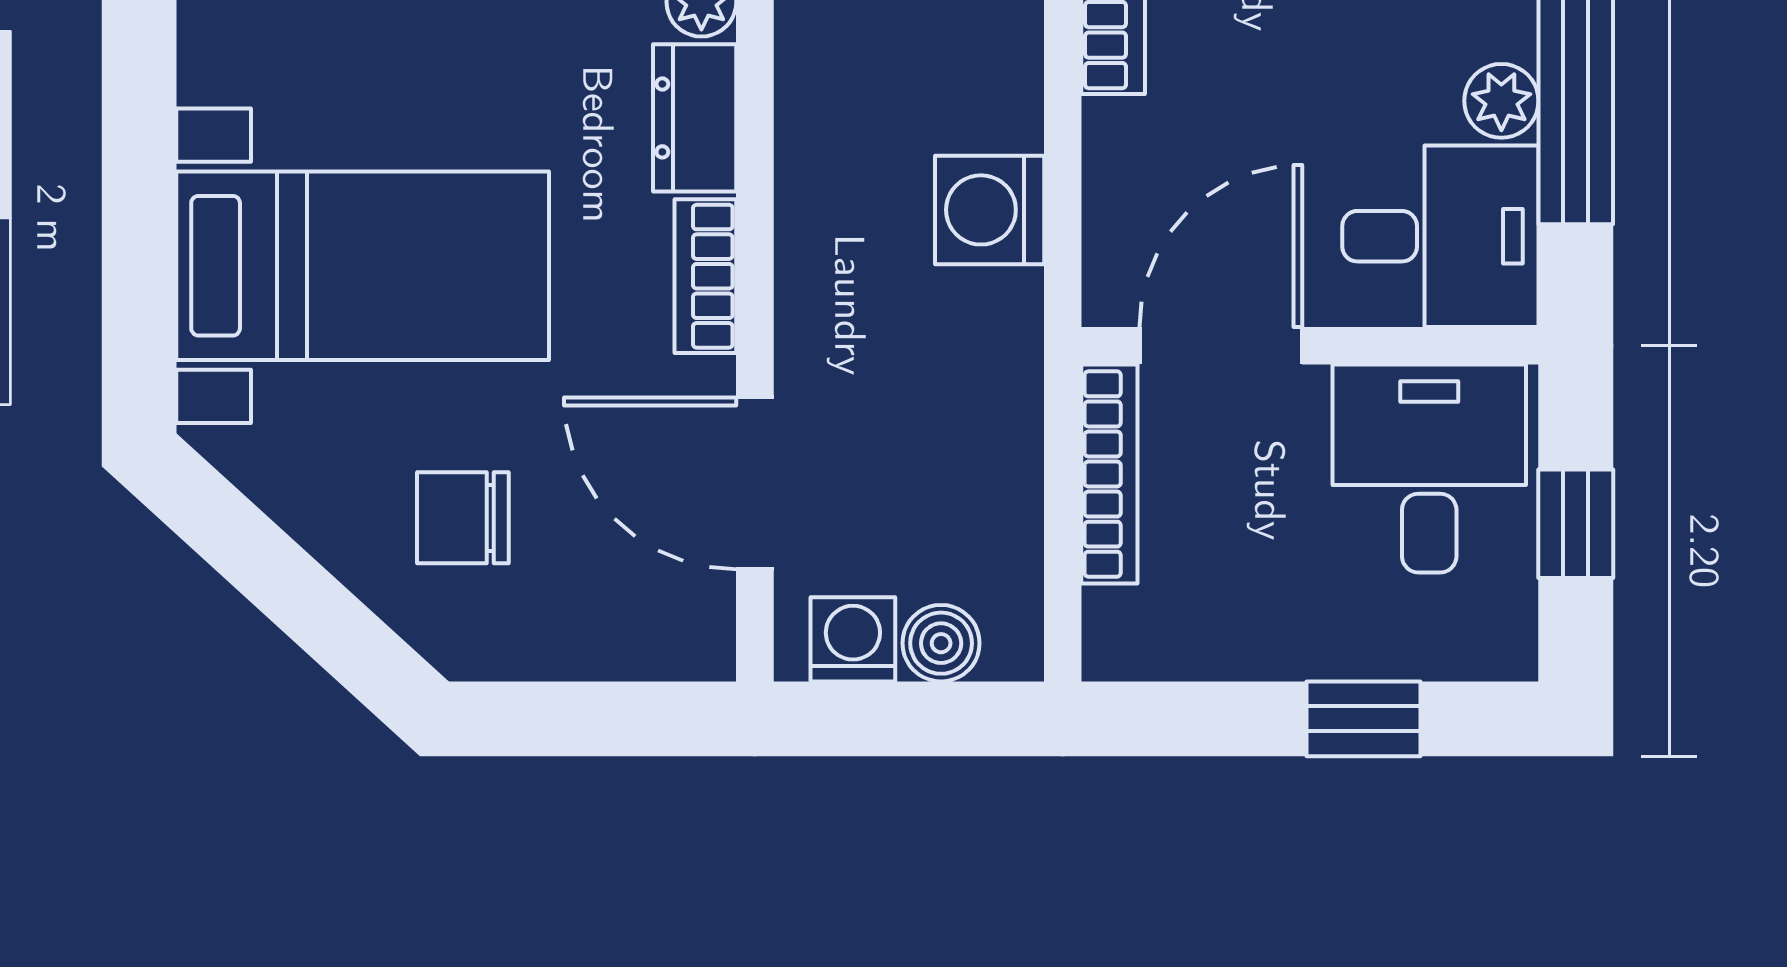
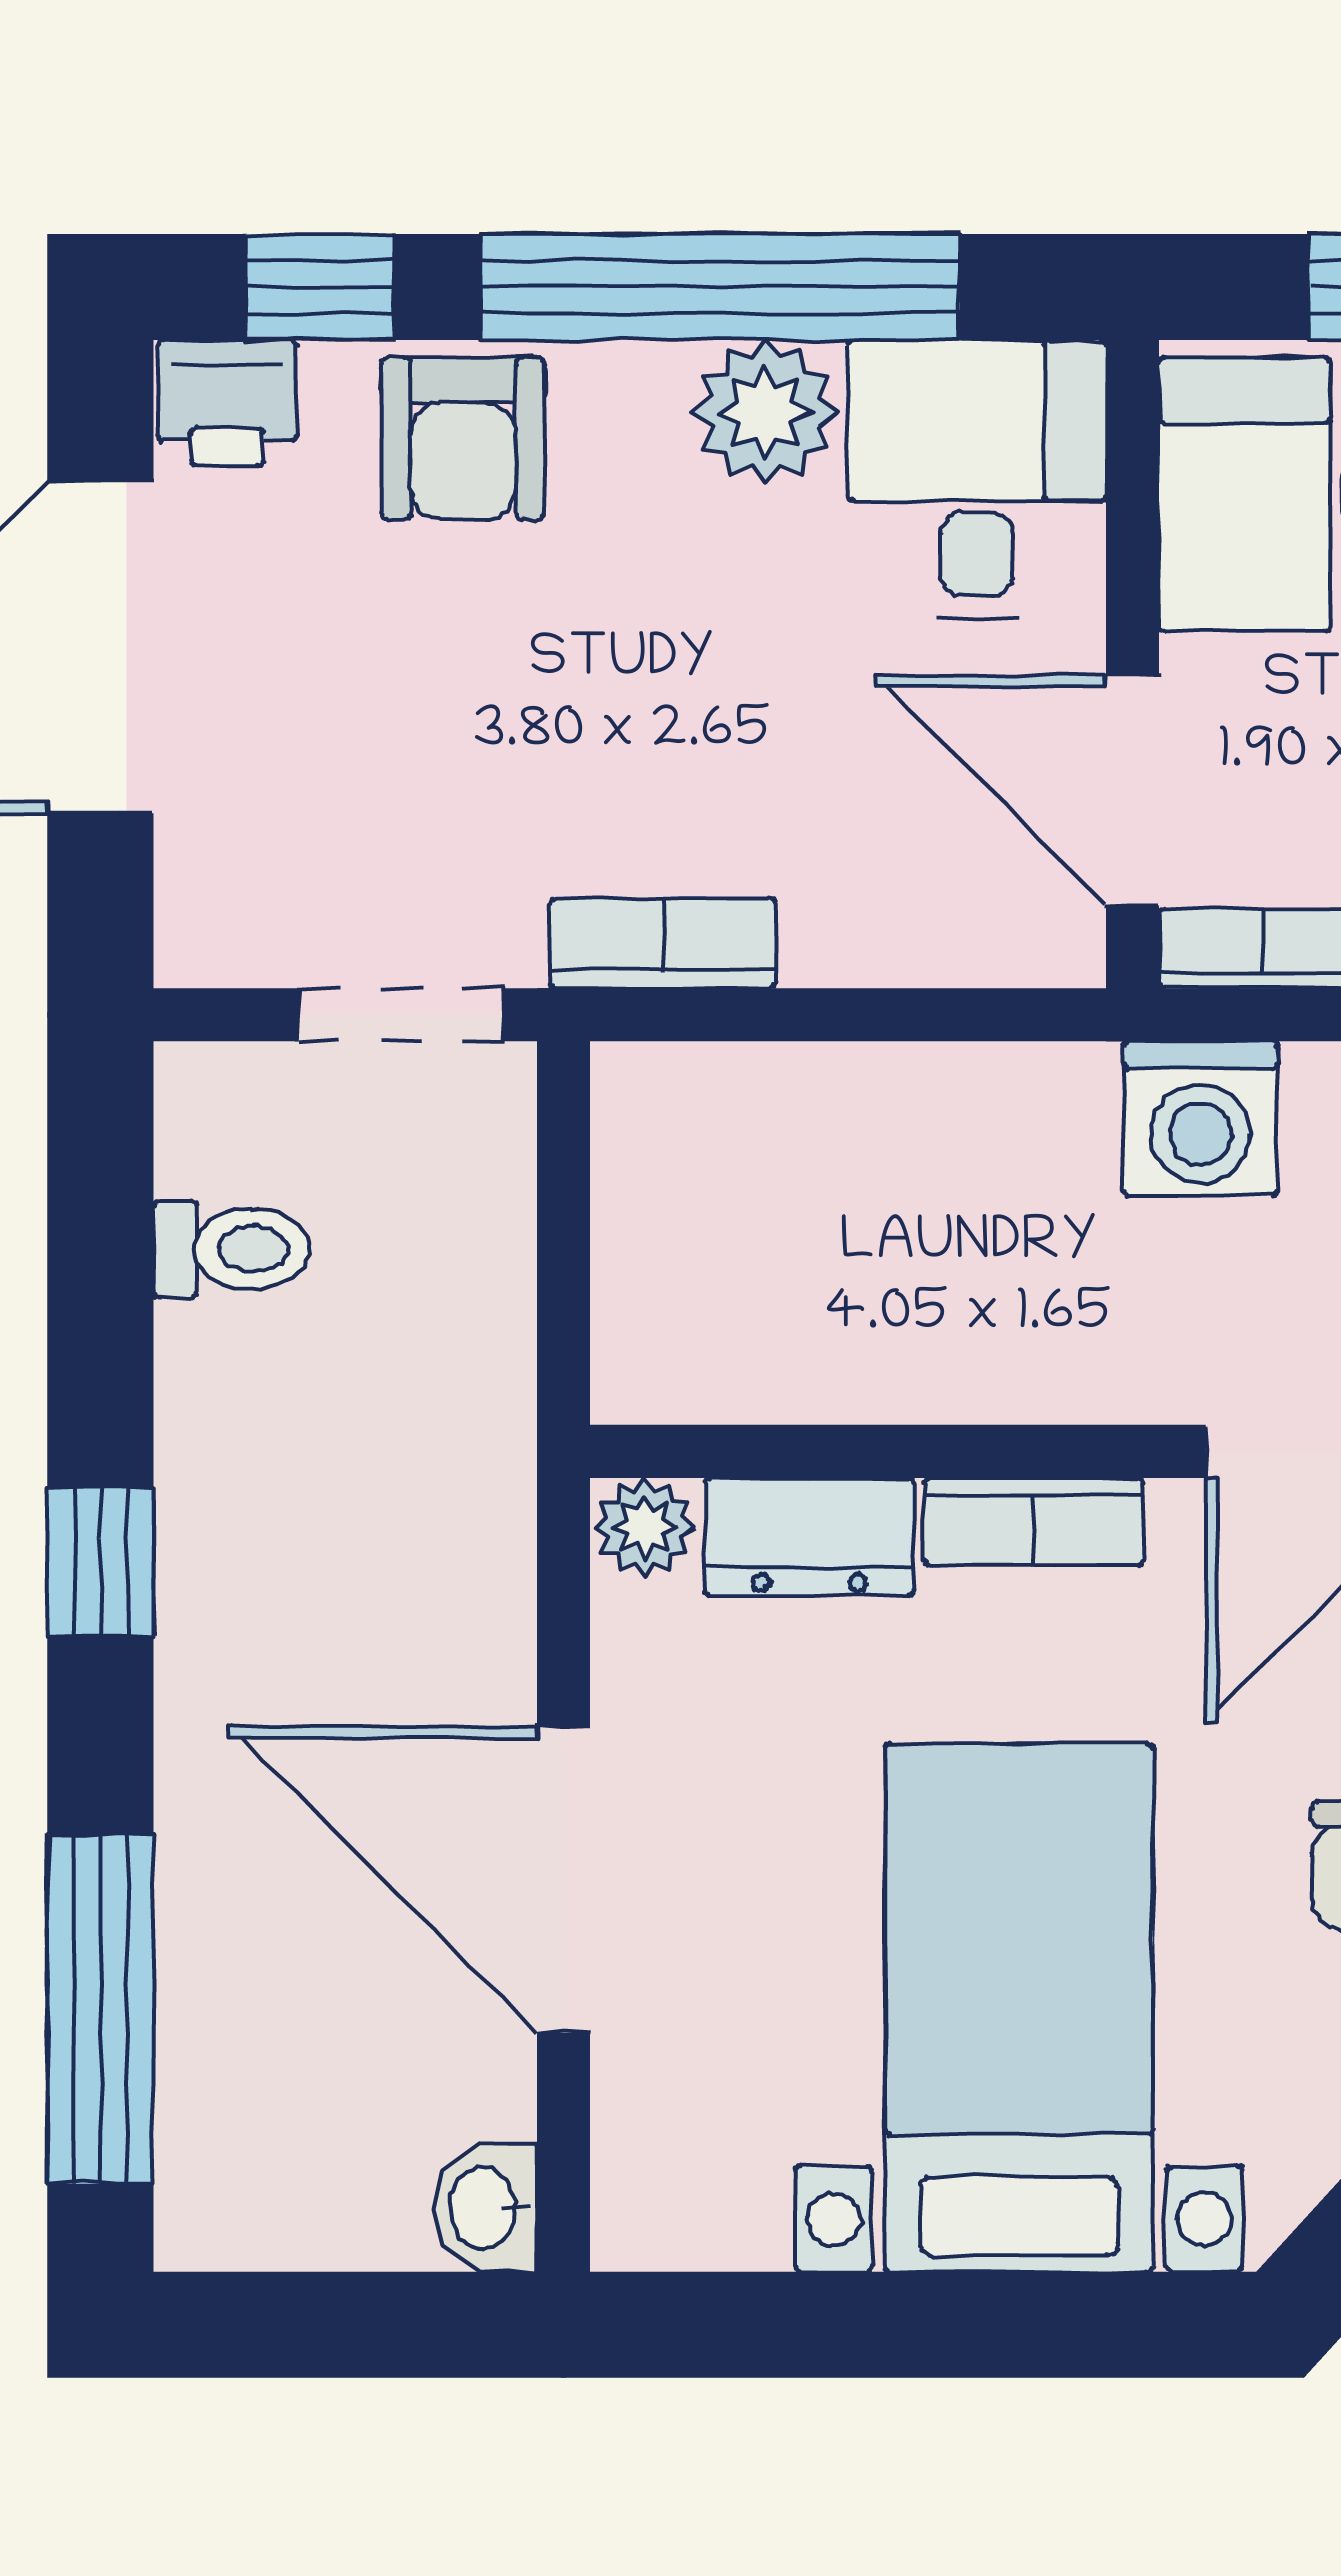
plant: (1501, 101) -> (765, 412), width x1.38, depth x1.38
washing machine: (990, 210) -> (1201, 1118), moved

